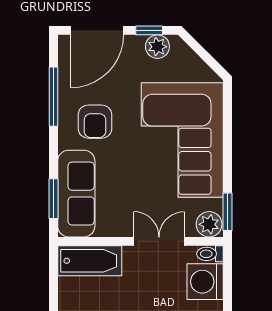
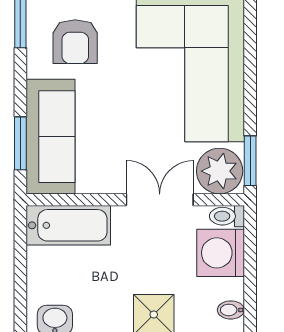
plant: (209, 224) -> (220, 171), width x1.36, depth x1.36

